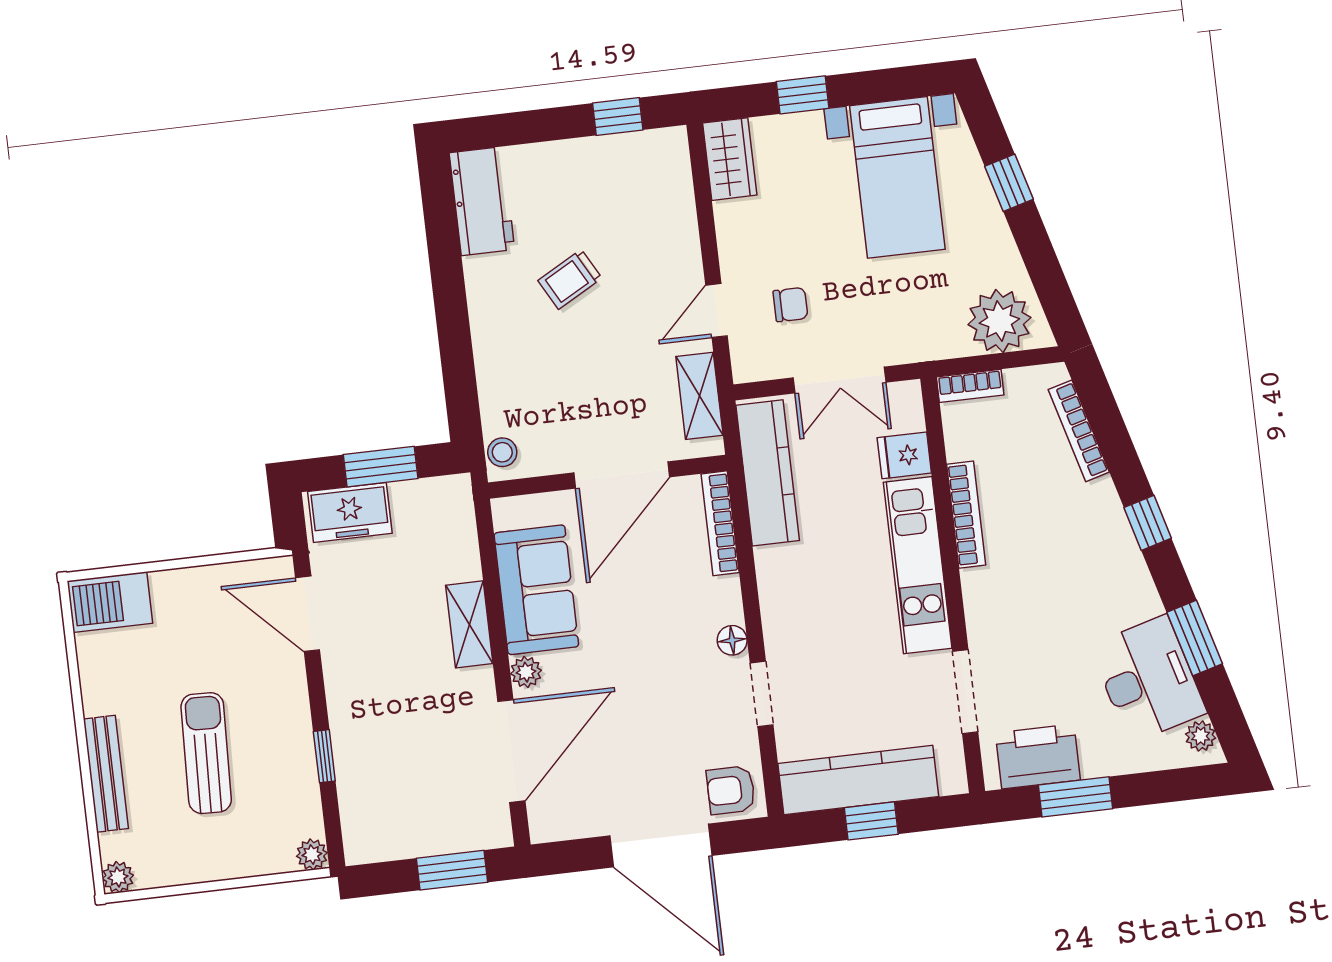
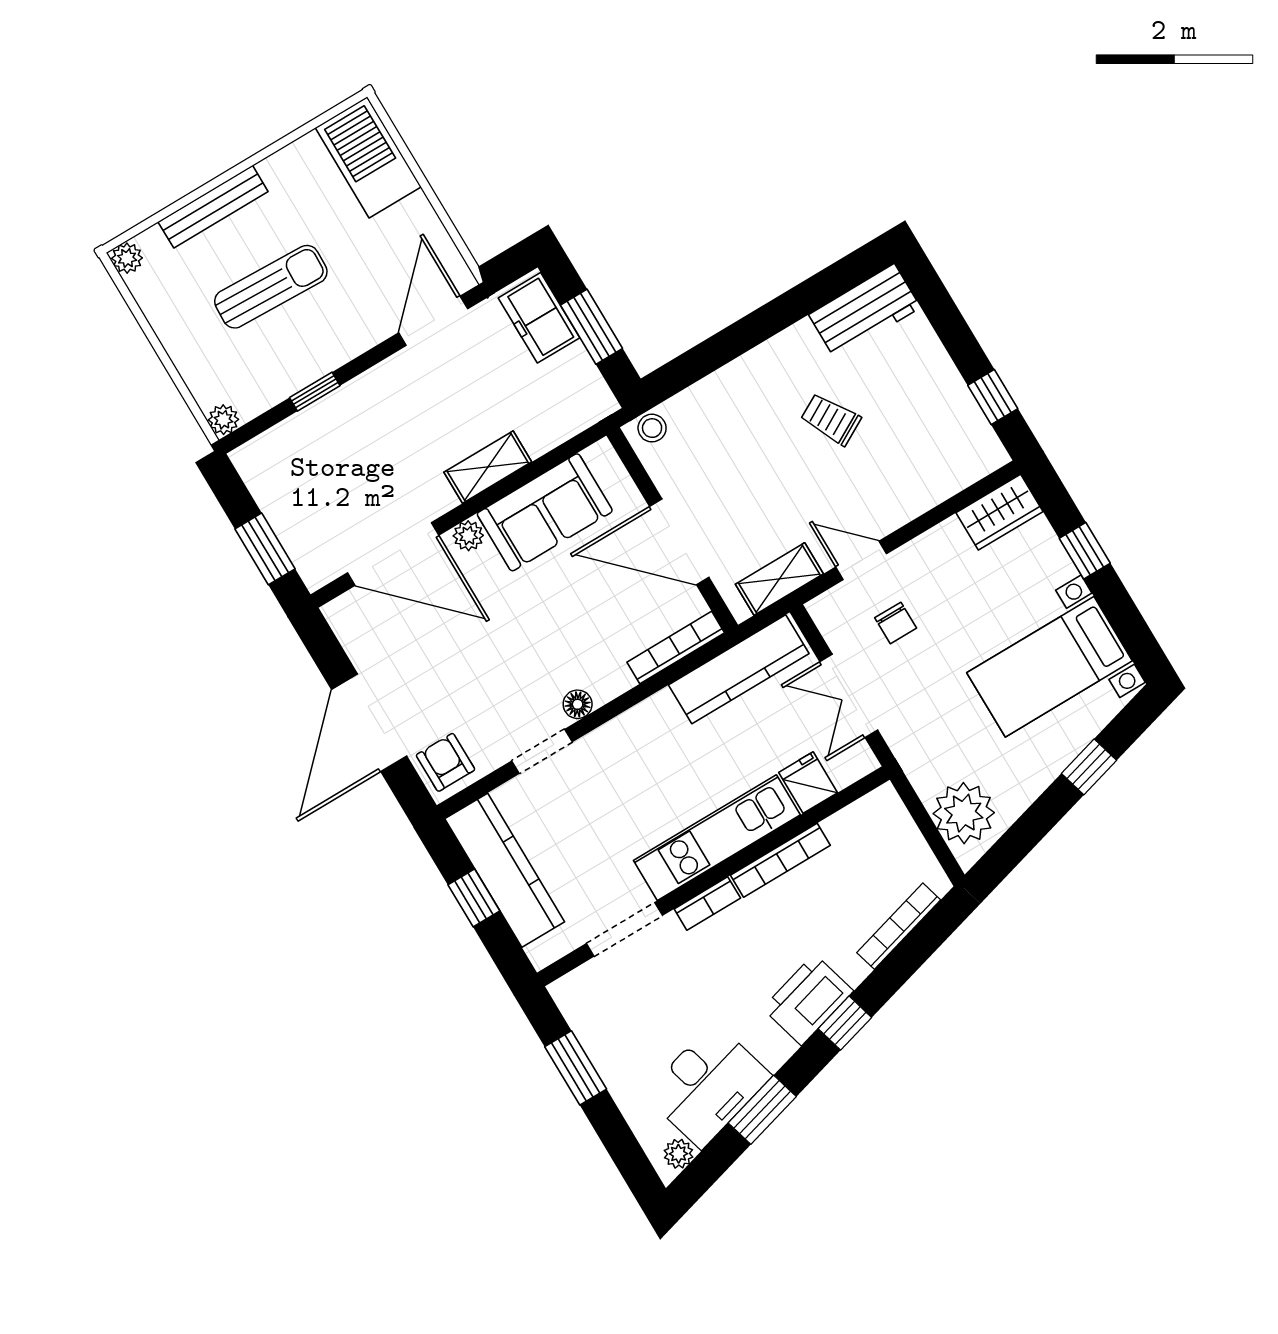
bookcase: (970, 386) -> (707, 904), moved, turned -90
barbecue: (110, 602) -> (368, 157), width x1.37, depth x1.21
printer: (1038, 756) -> (808, 1000), moved, turned -105

